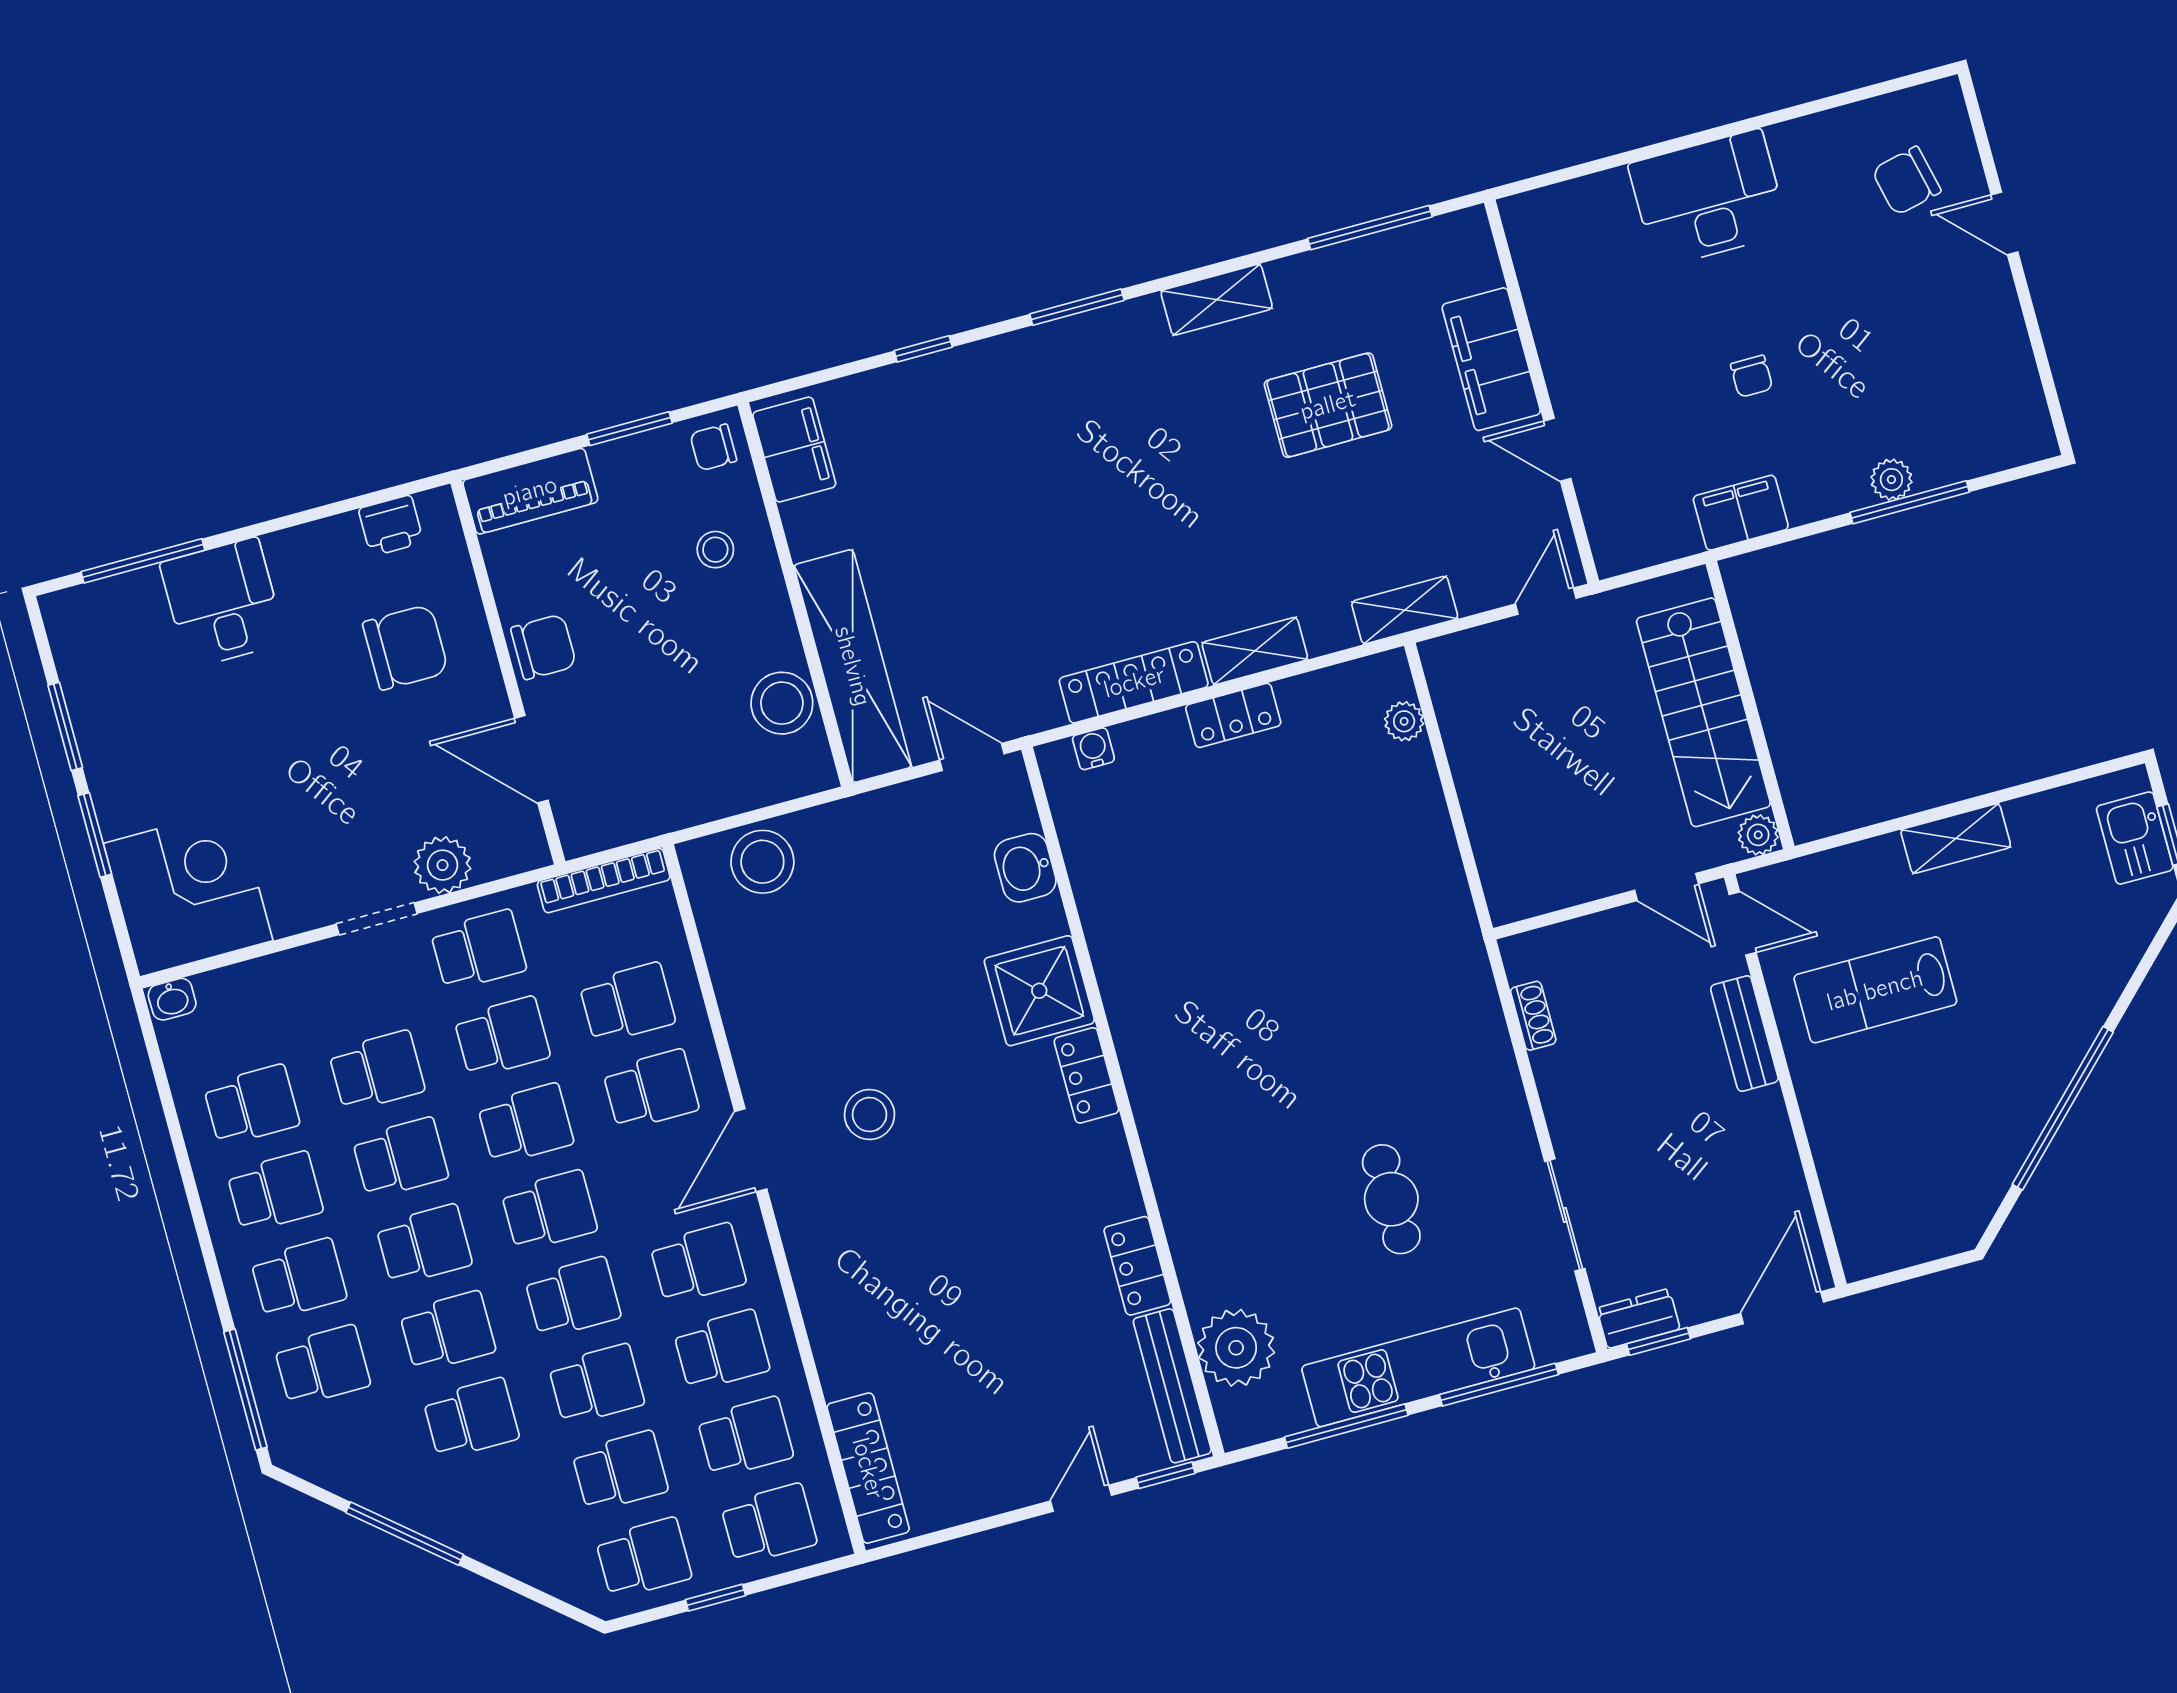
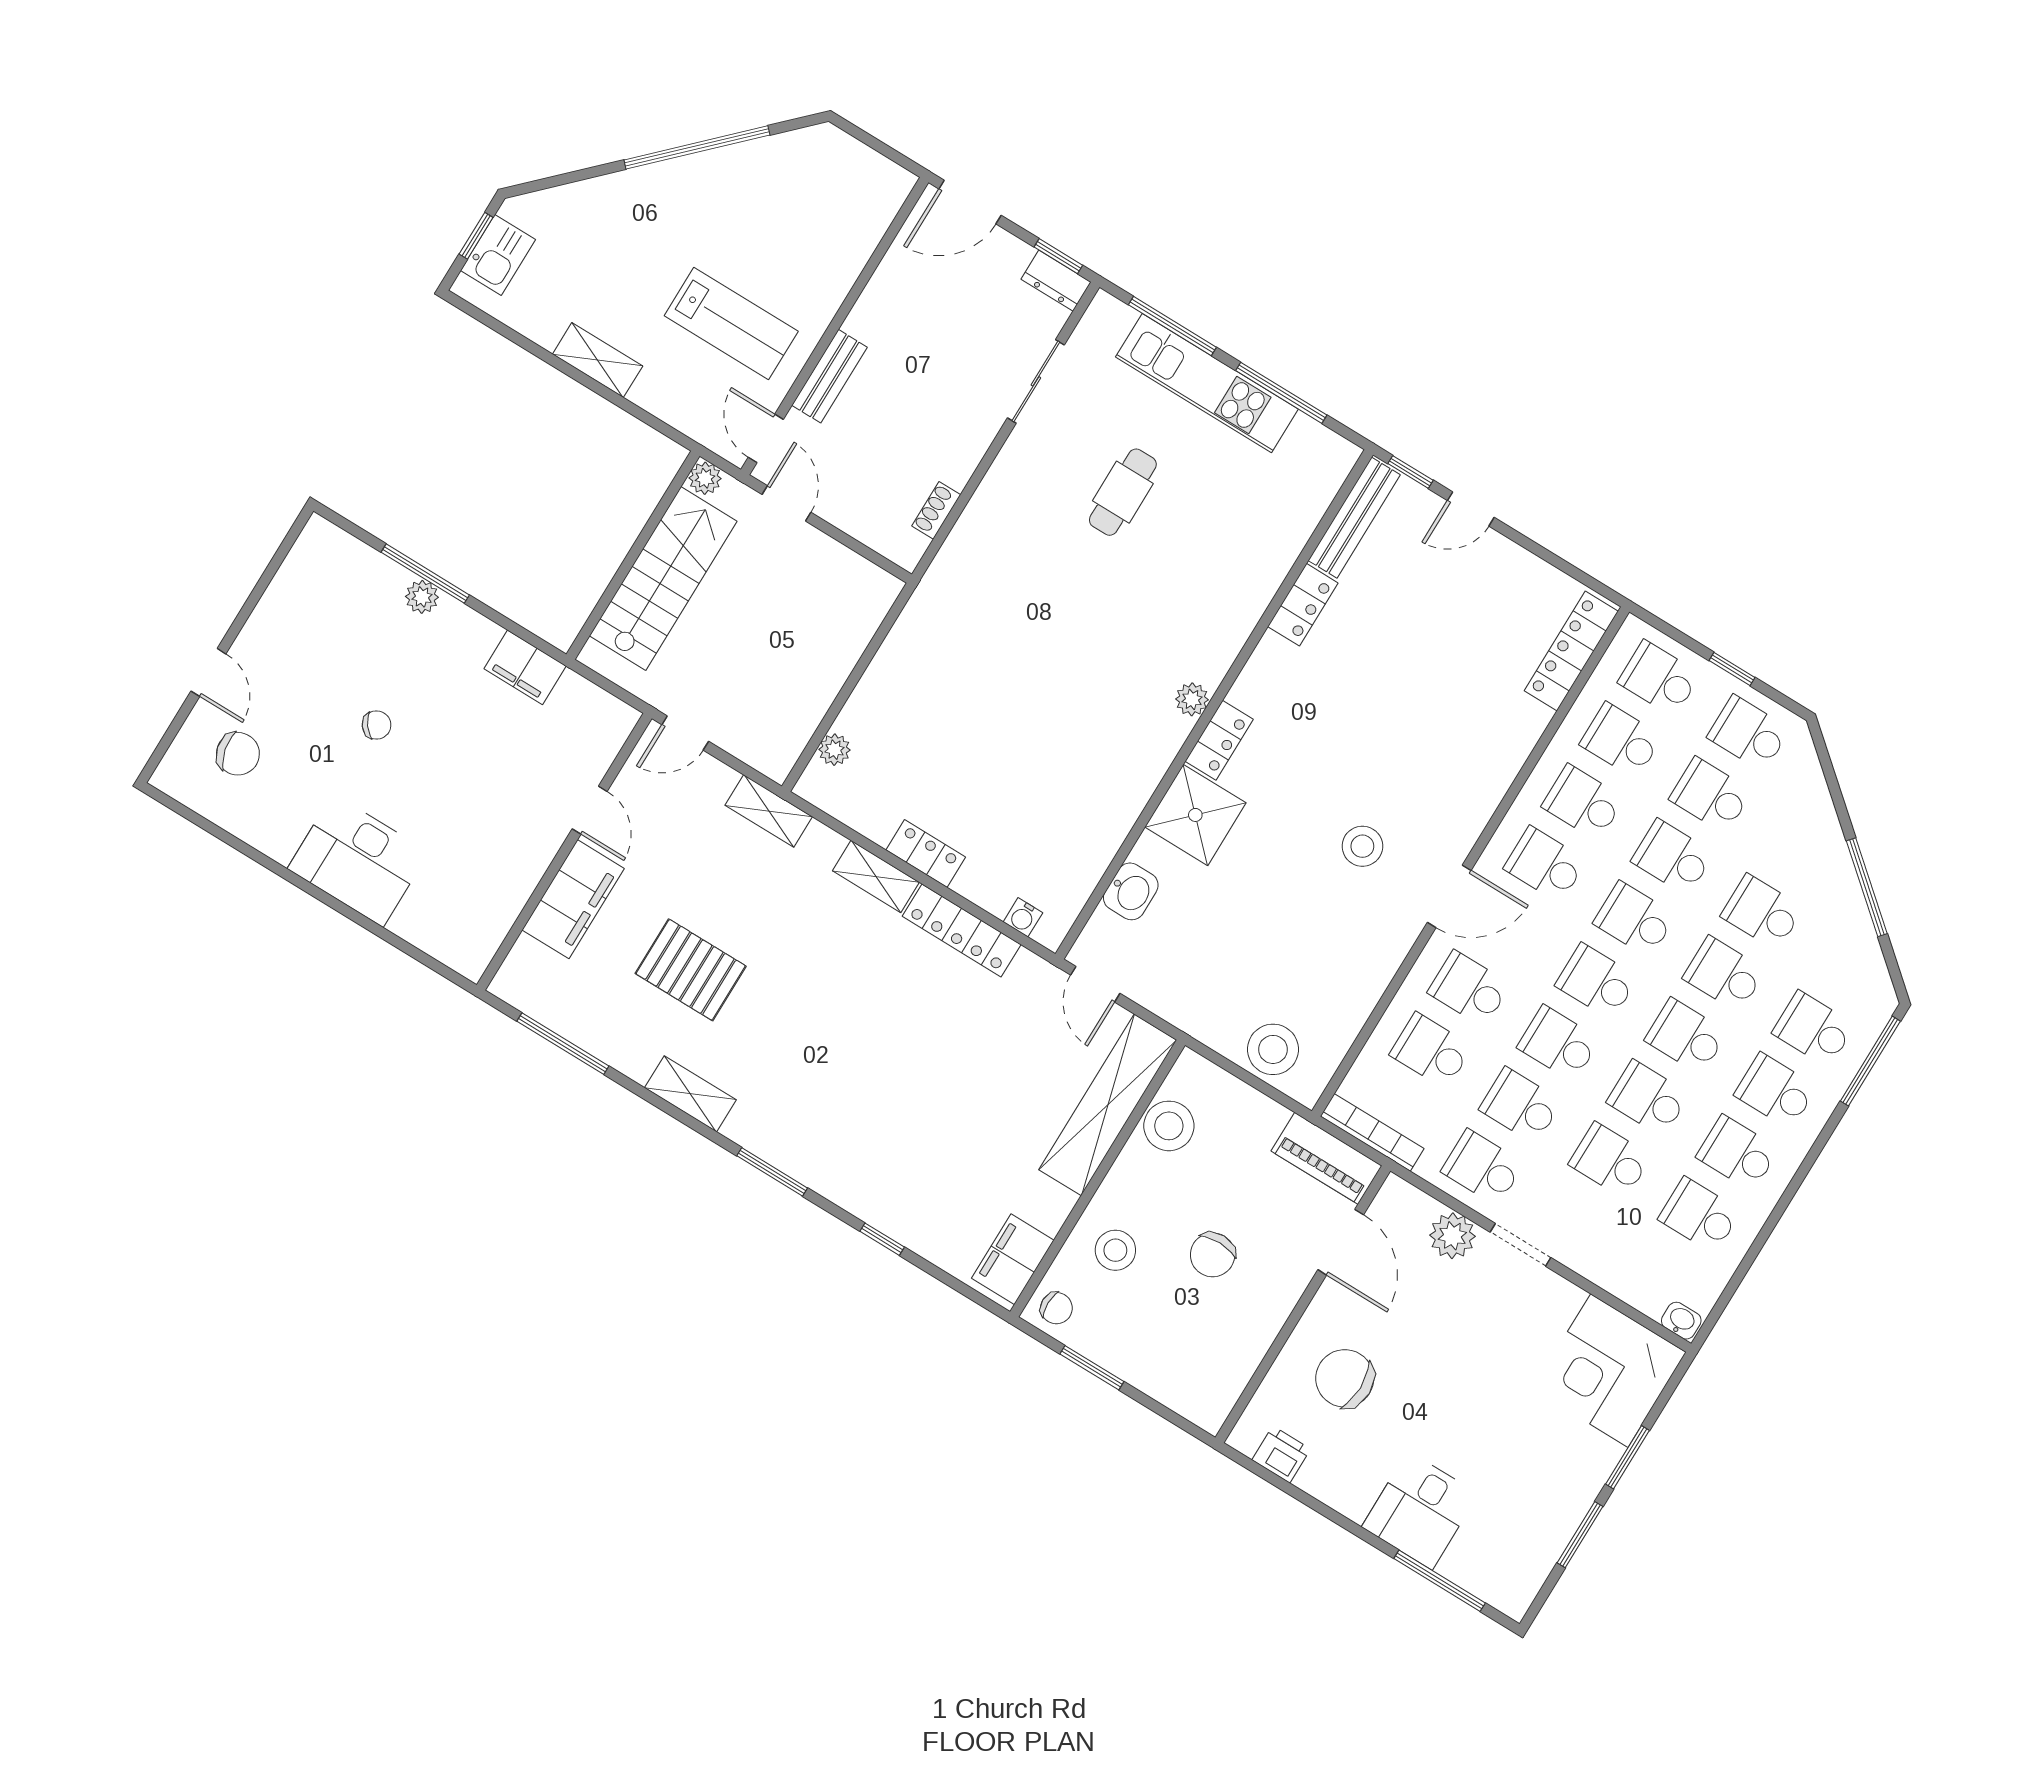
chair: (1752, 376) -> (377, 725), moved, turned 53
piano: (530, 491) -> (1326, 1158), moved, turned 180
stool: (715, 550) -> (1115, 1250), width x1.37, depth x1.37
chair: (544, 647) -> (1213, 1255), moved, turned -90
plant: (1236, 1348) -> (1192, 699), moved, width x0.53, depth x0.53

